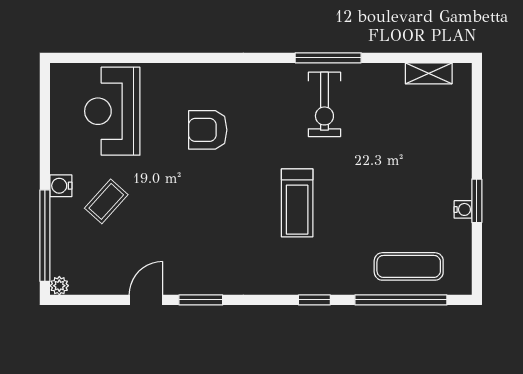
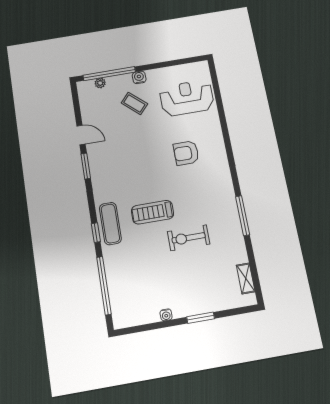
exercise bike: (324, 104) -> (189, 238), moved
armchair: (208, 130) -> (186, 153), turned -90
window: (477, 201) -> (201, 318), moved
exercise mat: (409, 266) -> (110, 223), moved
plant: (59, 286) -> (100, 83), moved

